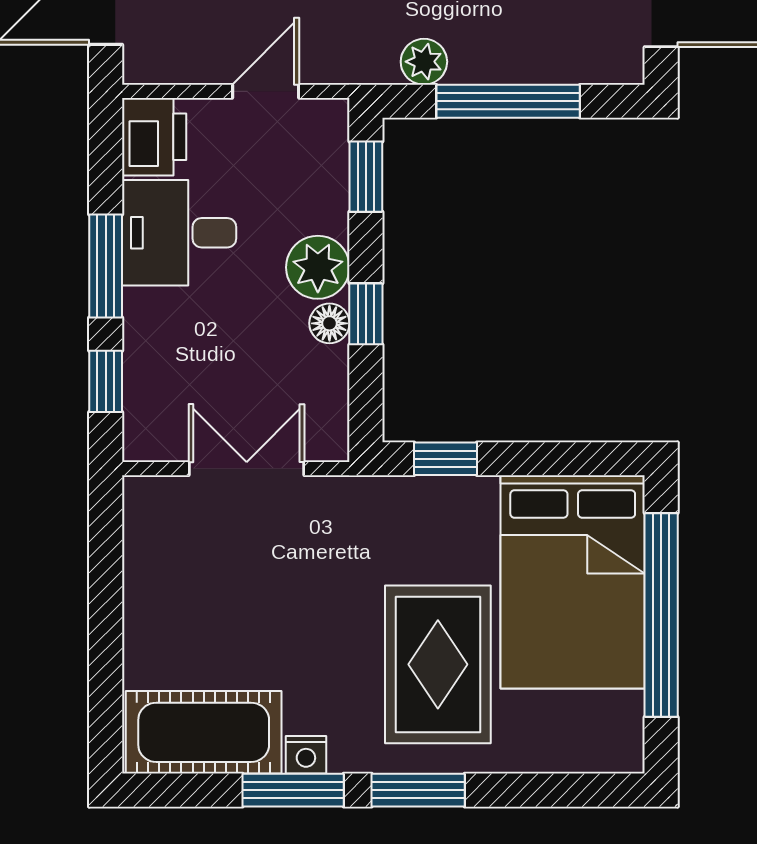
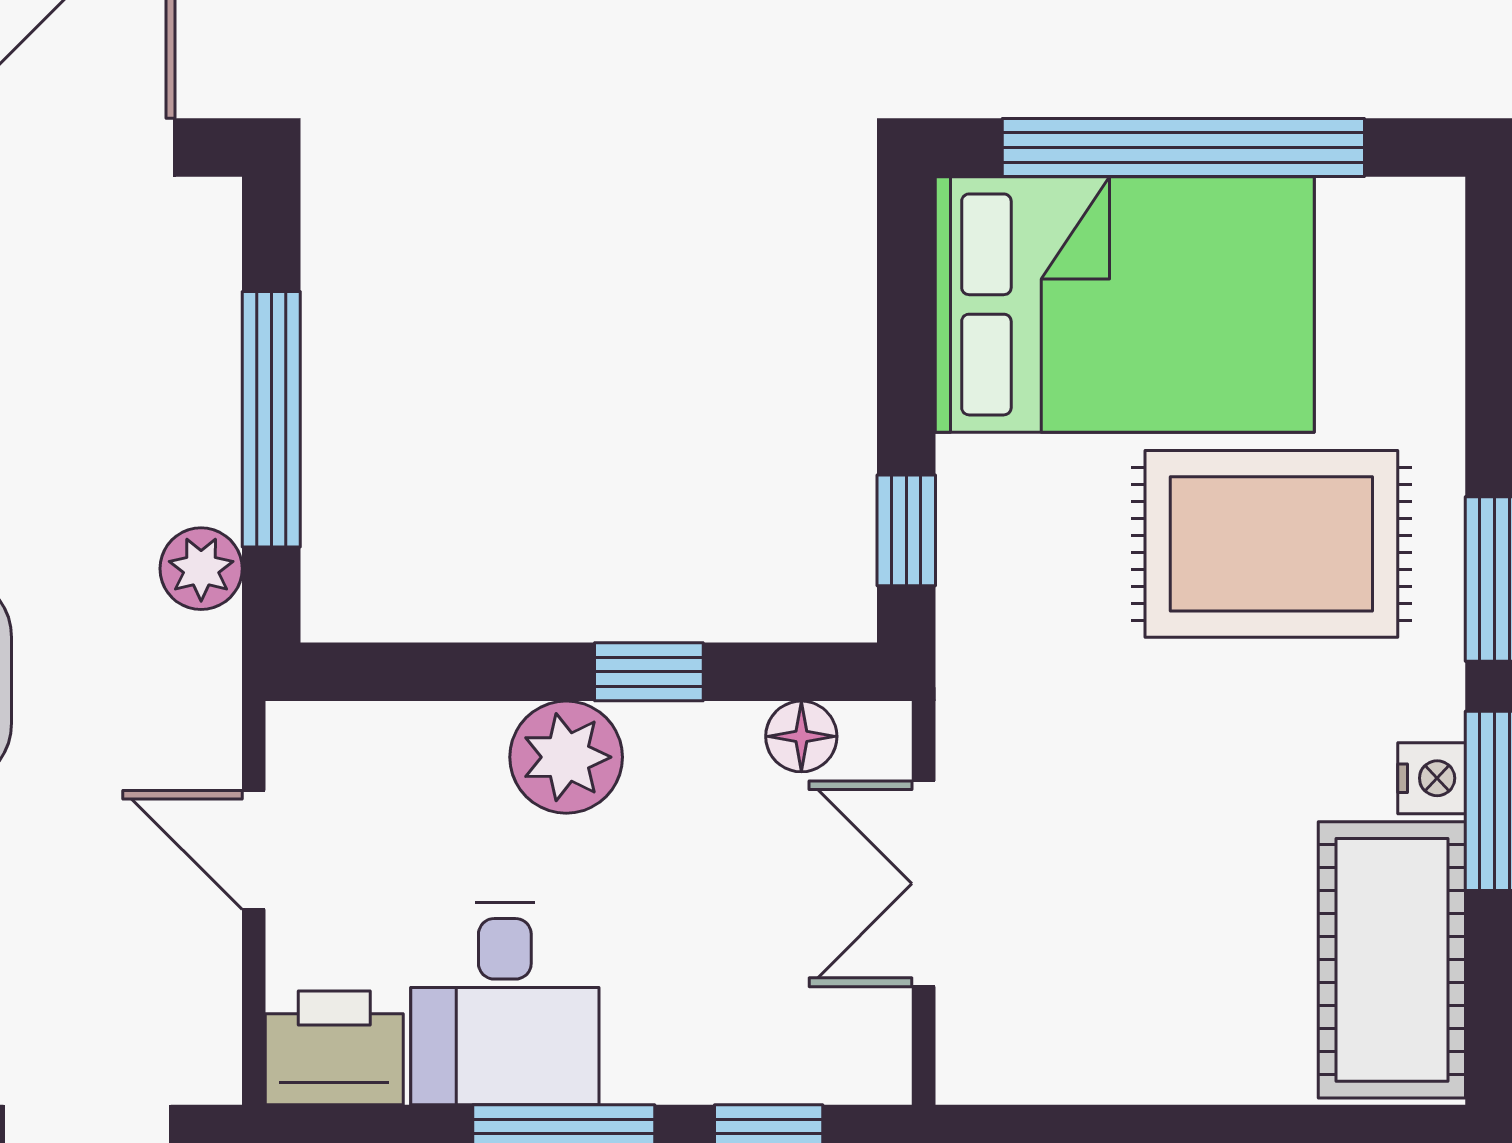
window: (366, 177) -> (405, 672), removed
floor lamp: (329, 323) -> (801, 736), moved

